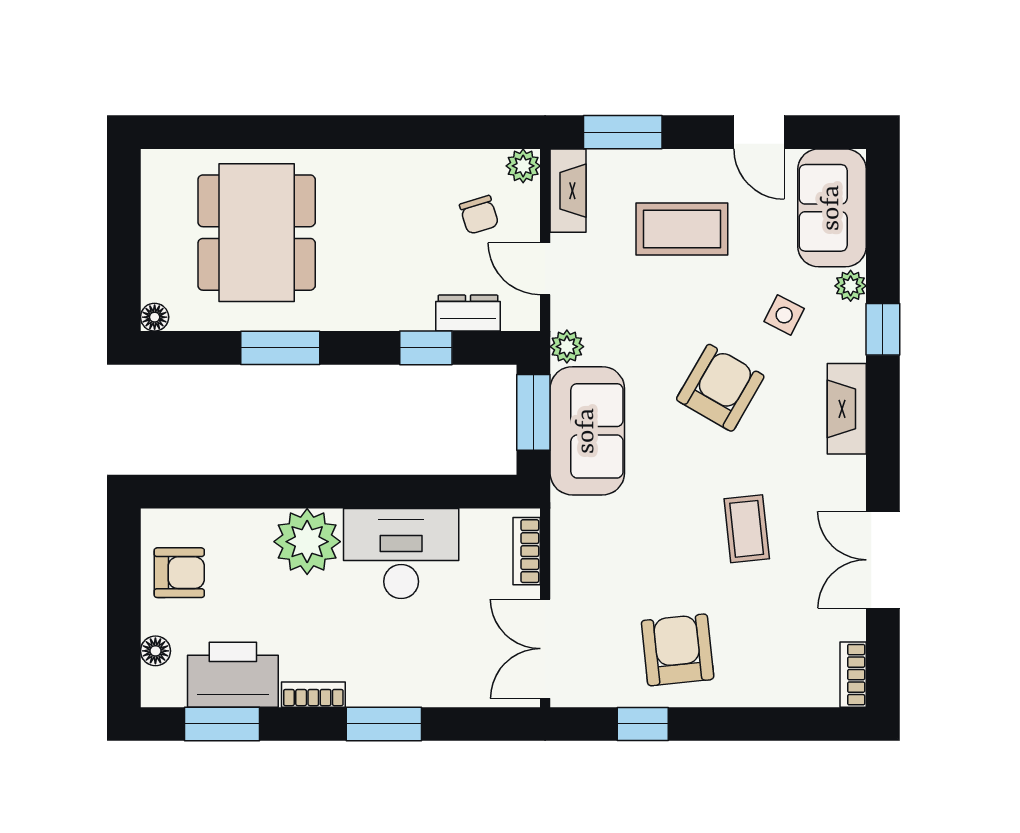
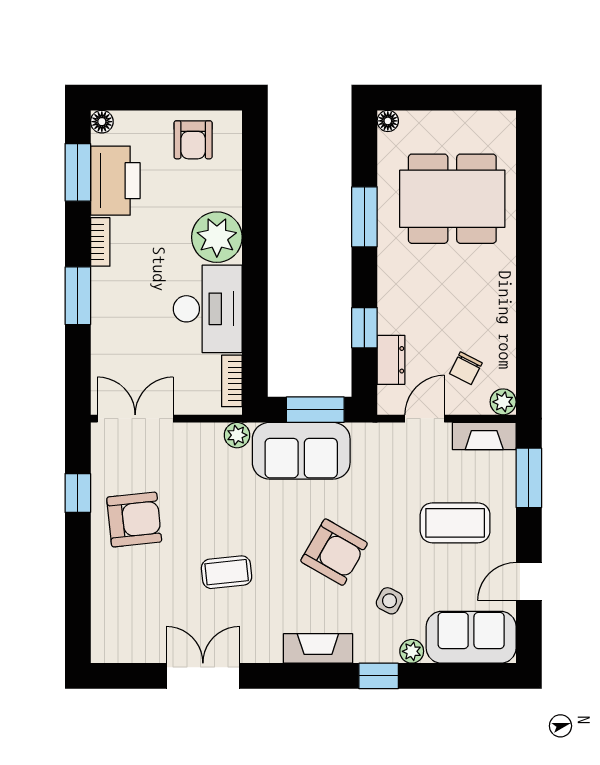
chair: (479, 215) -> (466, 368), turned -46
coffee table: (682, 229) -> (455, 523), turned 90
plant: (567, 347) -> (237, 435), moved
bookcase: (527, 551) -> (232, 381), moved, turned -90
floor lamp: (155, 651) -> (102, 122), moved
bookcase: (853, 675) -> (115, 653), removed

